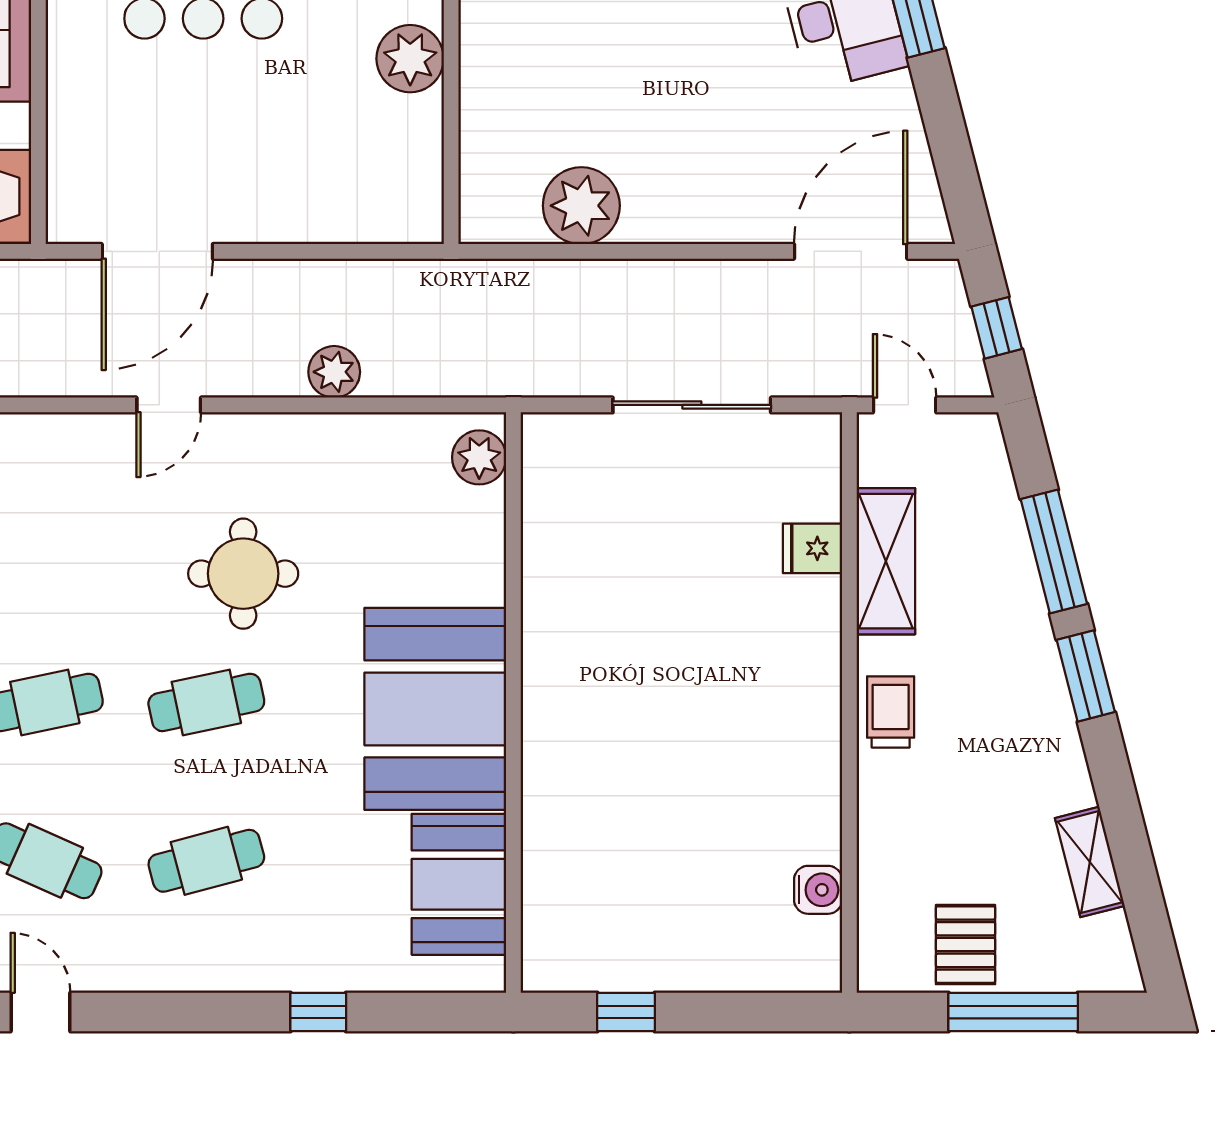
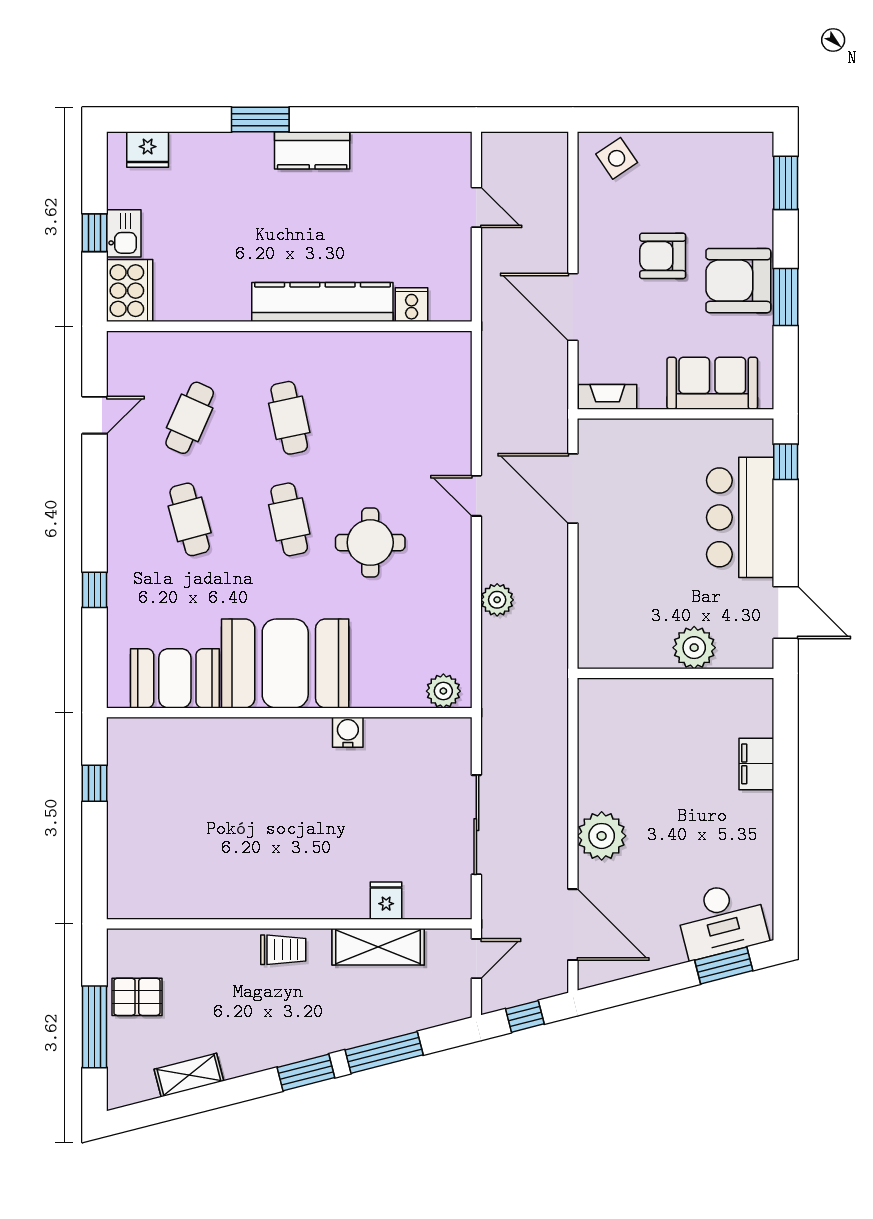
plant: (581, 206) -> (602, 836), moved
water cooler: (818, 890) -> (348, 732), moved, turned 180

